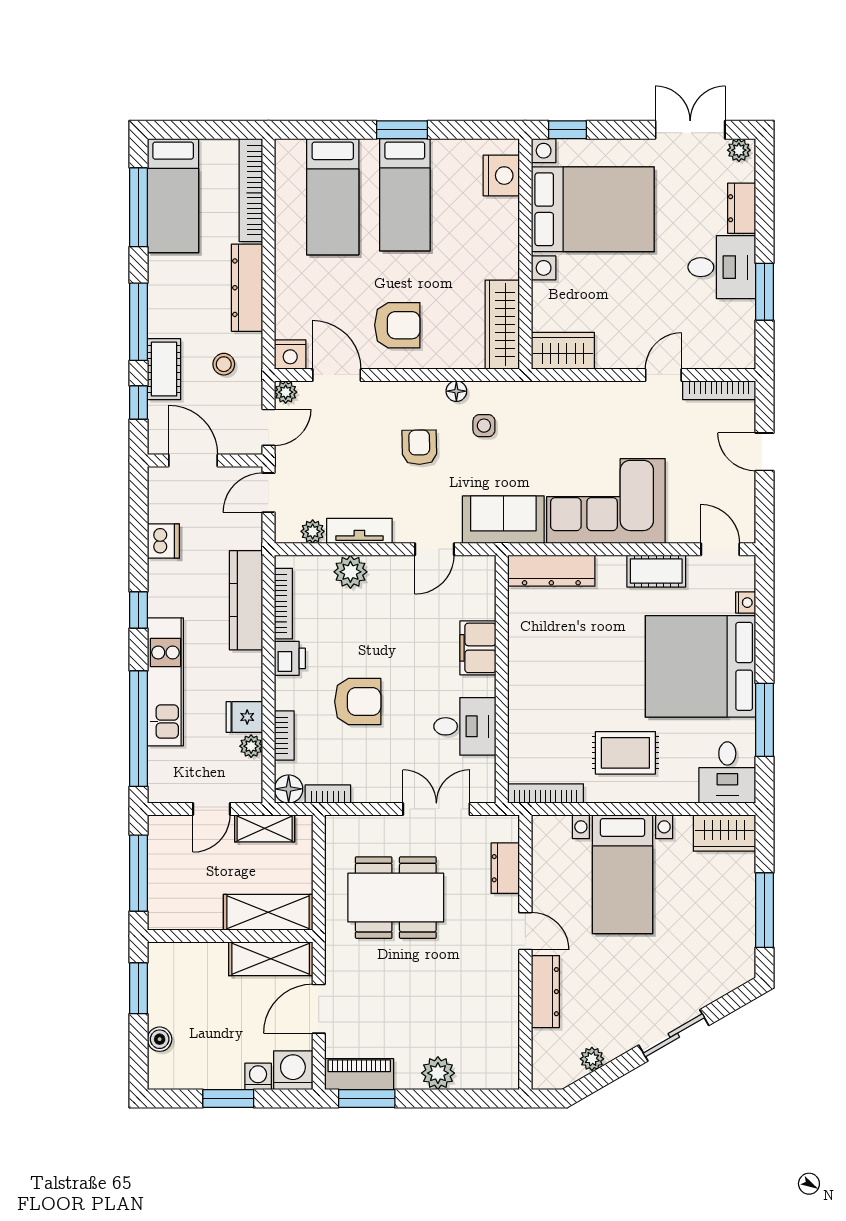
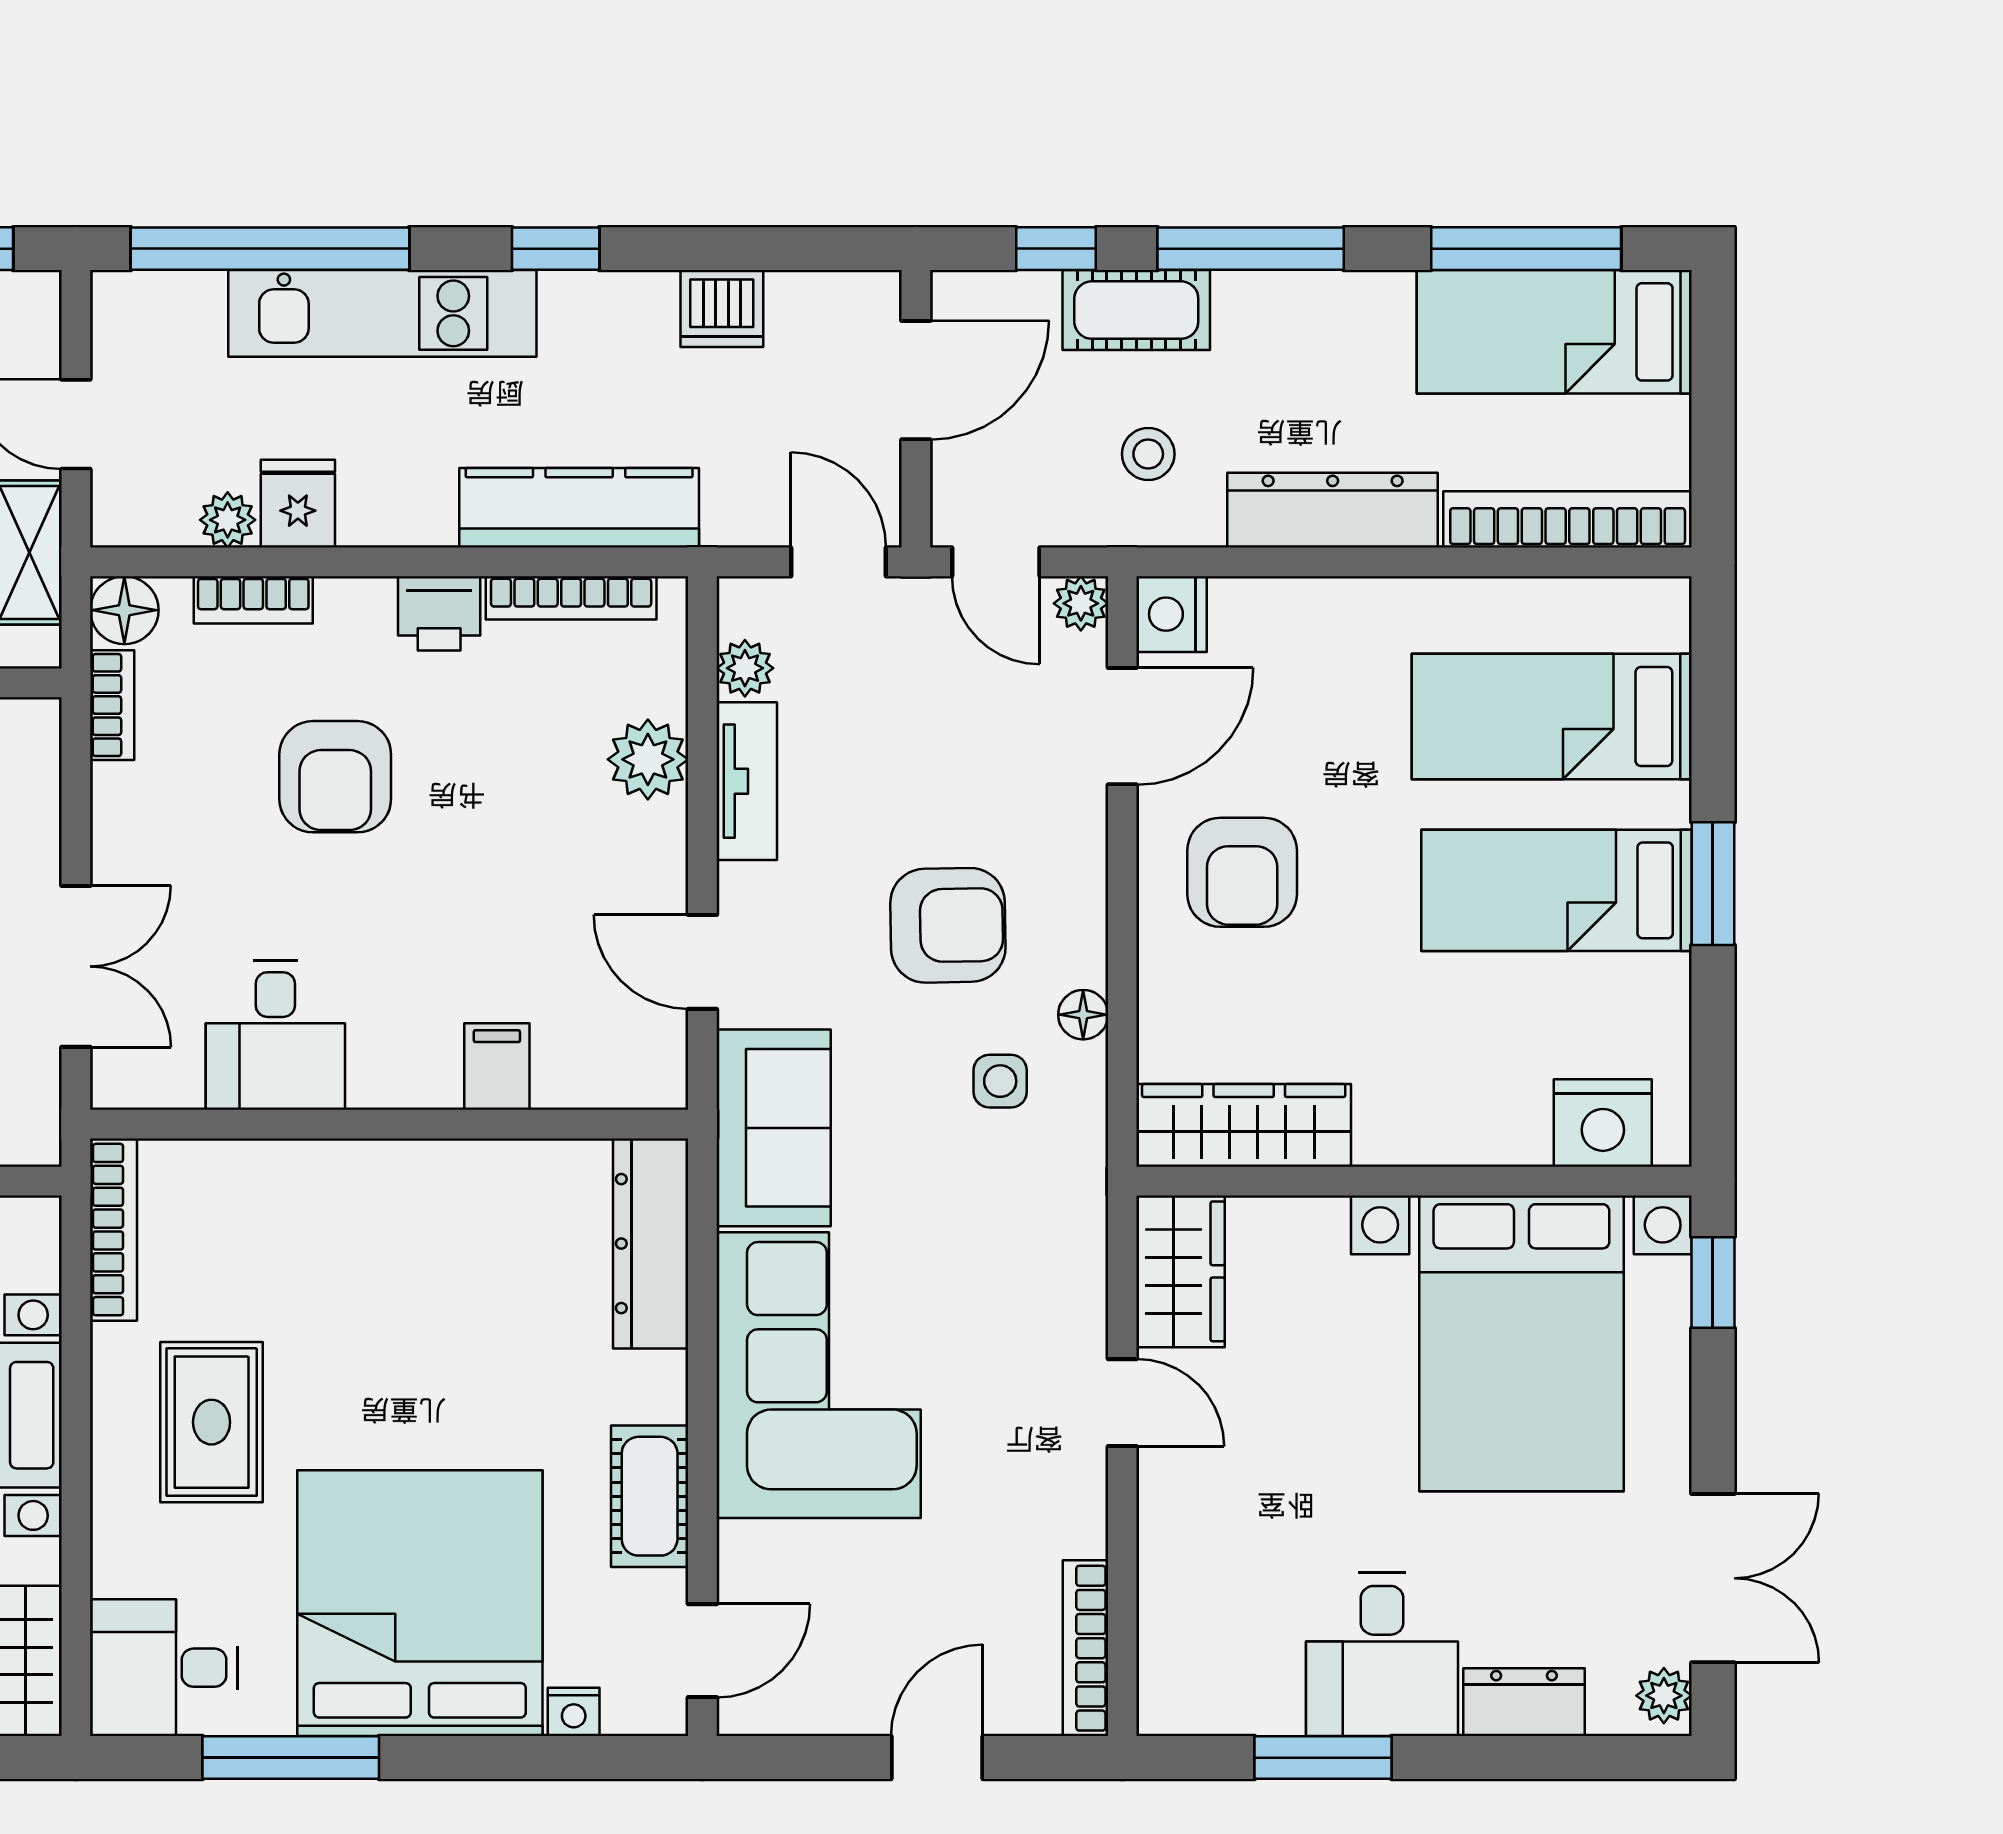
door: (663, 375) -> (1122, 1403), moved
armchair: (419, 447) -> (948, 925), width x1.38, depth x1.38
filing cabinet: (478, 648) -> (497, 1067), width x0.50

